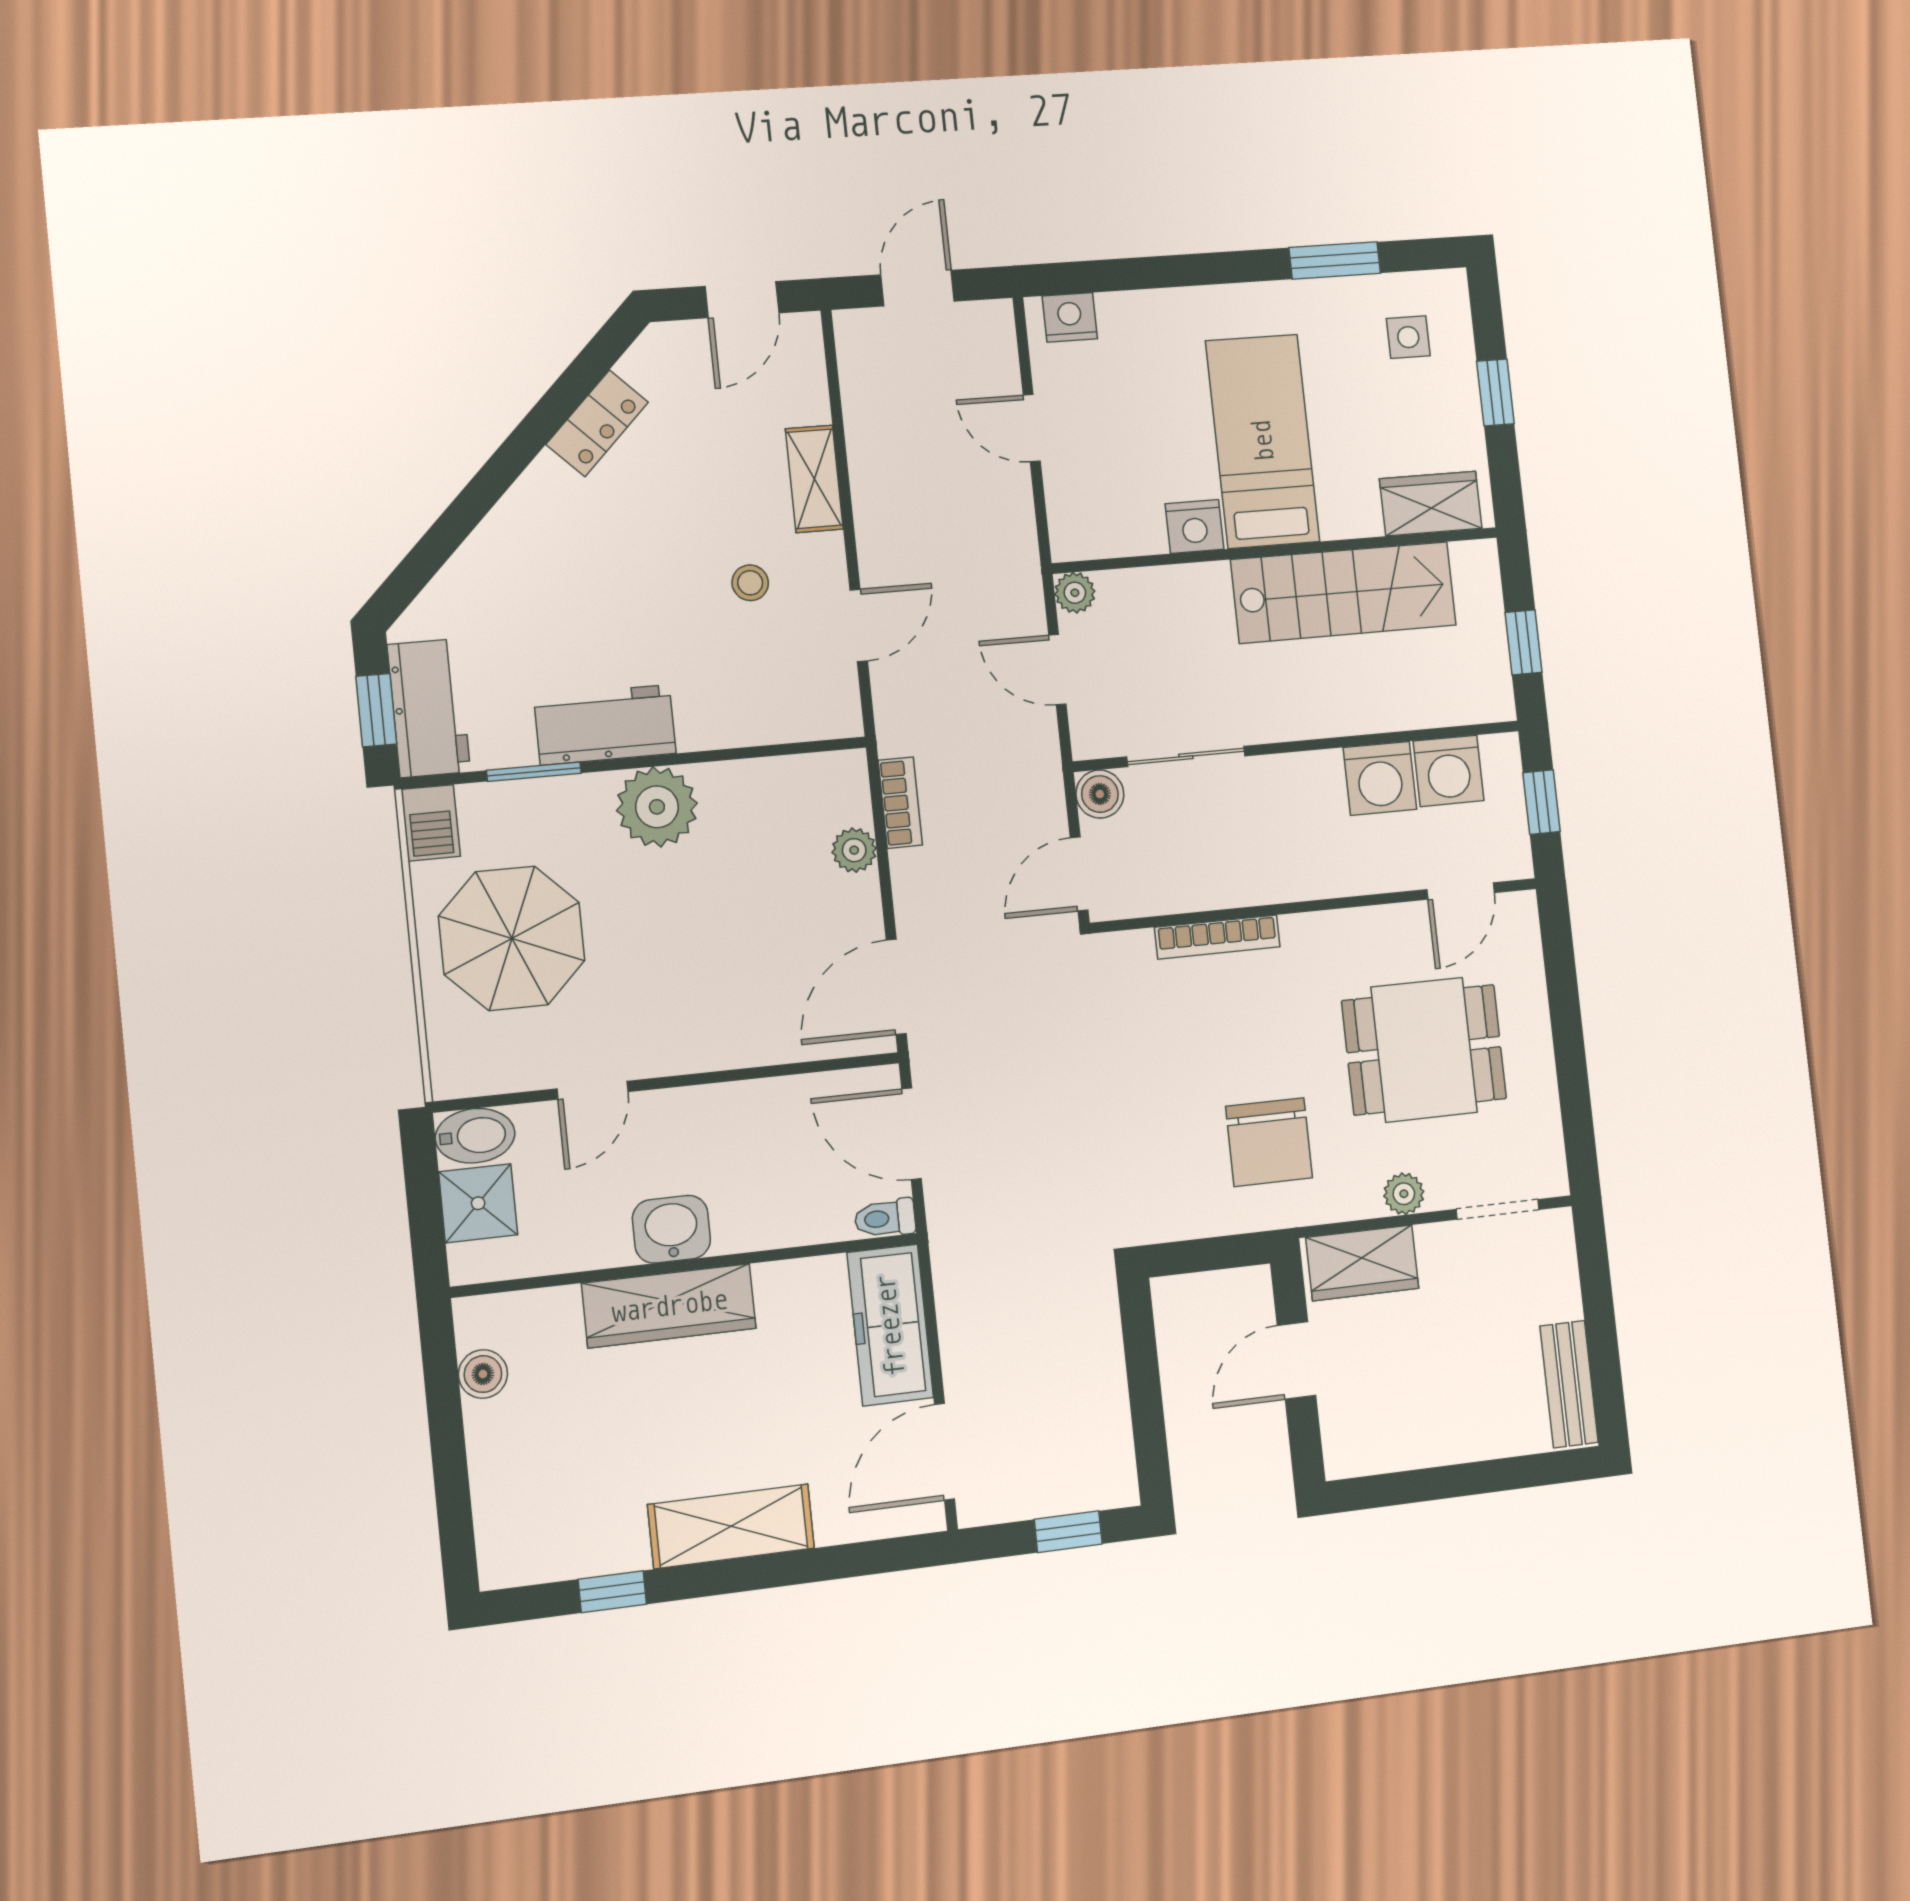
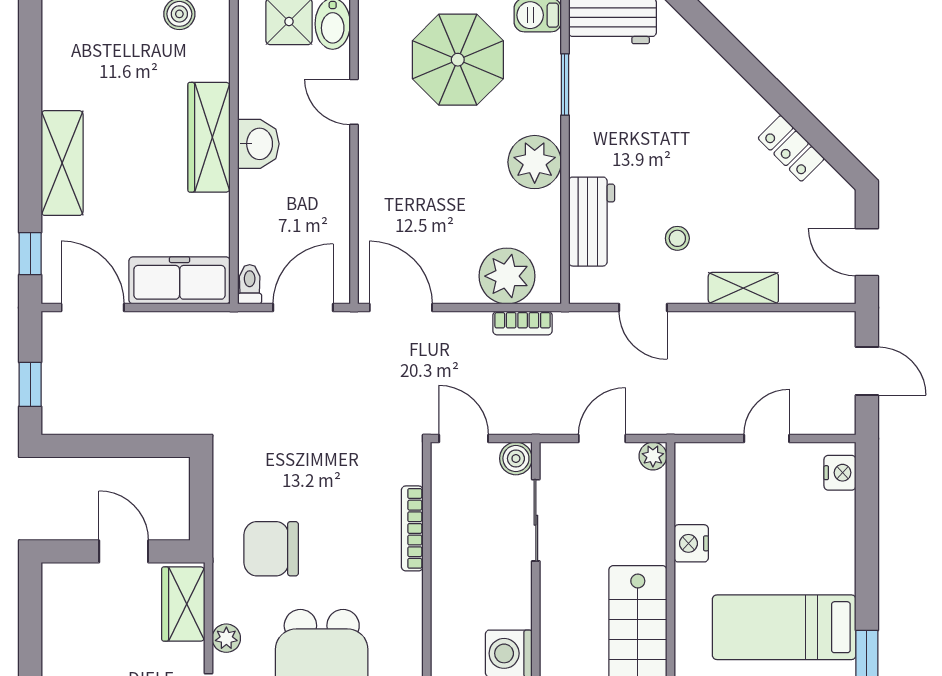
bed: (1263, 441) -> (784, 627), moved, turned 180
workbench: (605, 725) -> (592, 222), moved
plant: (854, 850) -> (507, 276), width x1.87, depth x1.87
window: (612, 1592) -> (30, 254), moved

